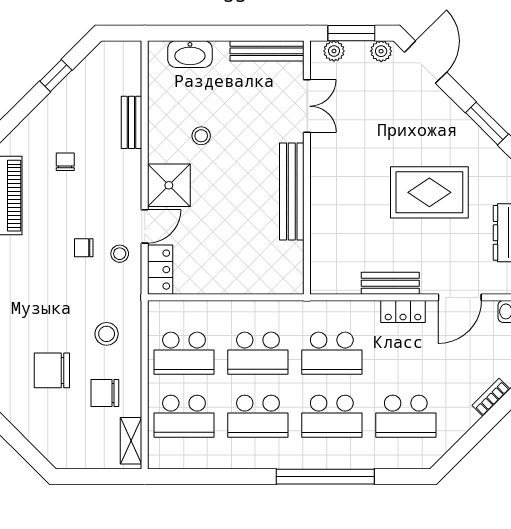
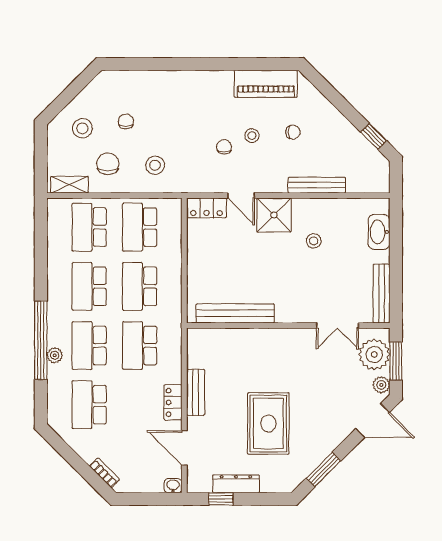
plant: (334, 51) -> (374, 354), width x1.88, depth x1.88
window: (56, 76) -> (373, 136), moved
bench: (132, 122) -> (317, 185), width x1.36
bench: (292, 191) -> (235, 313), moved
stool: (120, 254) -> (252, 136), moved
chair: (52, 370) -> (126, 121), width x0.54, depth x0.54
stool: (60, 425) -> (82, 128), added
plant: (344, 459) -> (55, 355), added

